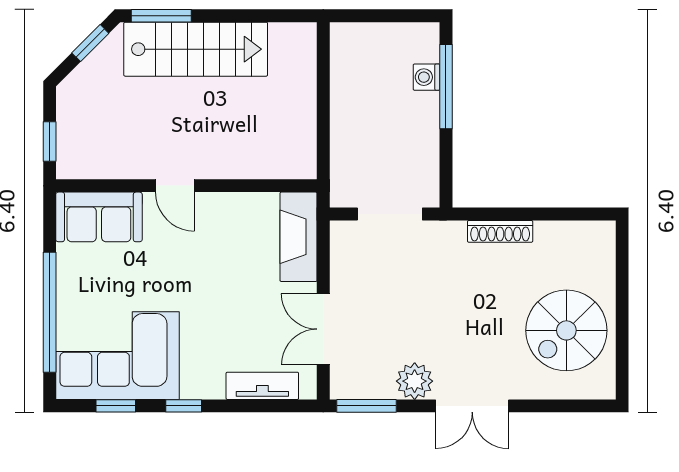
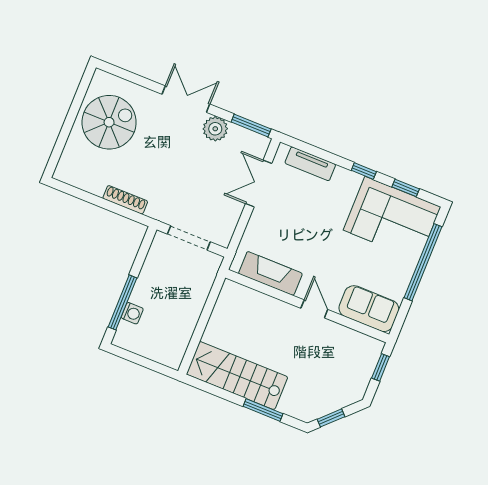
window: (161, 16) -> (263, 410), moved
stairs: (196, 49) -> (237, 376), moved
fireplace: (299, 237) -> (270, 273), moved, turned -90
double door: (323, 329) -> (259, 183), swing flipped

